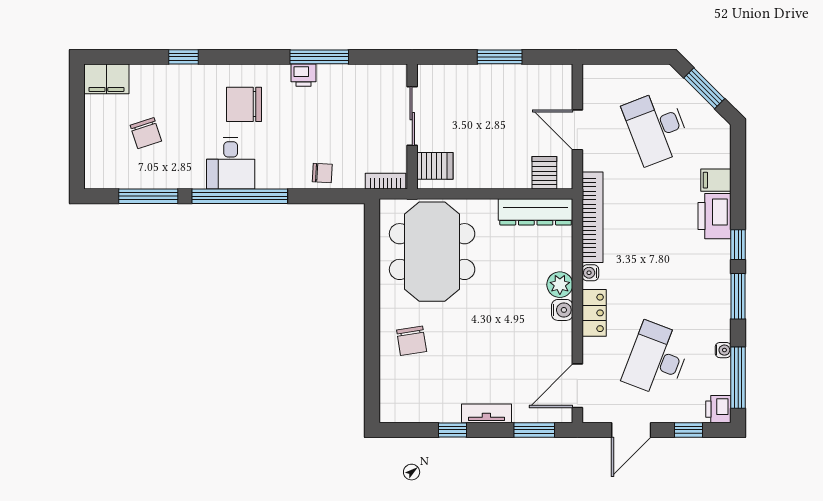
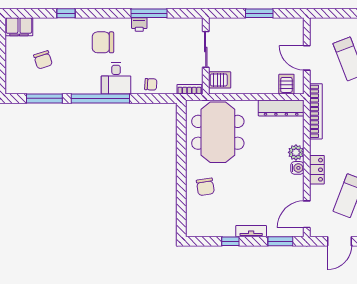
desk: (231, 163) -> (116, 78), moved
water cooler: (590, 273) -> (315, 145), removed

